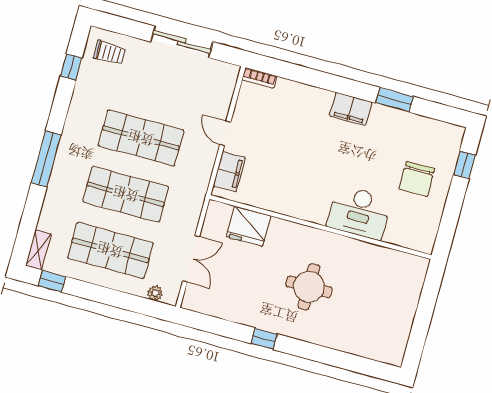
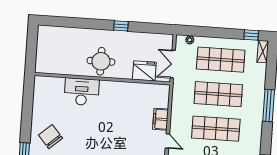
chair: (417, 179) -> (51, 137), turned -41
desk: (359, 212) -> (82, 92), moved
fridge: (249, 226) -> (144, 71), moved
wall: (321, 227) -> (102, 79), moved

